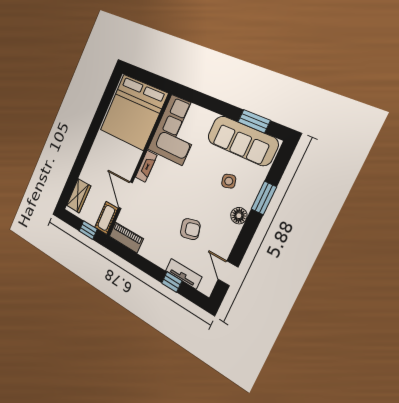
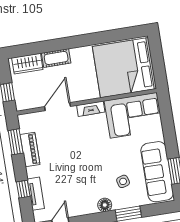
cot: (106, 218) -> (56, 58), moved
armchair: (190, 229) -> (70, 177), removed
piano: (126, 237) -> (30, 150), moved
window: (129, 255) -> (16, 142), added

